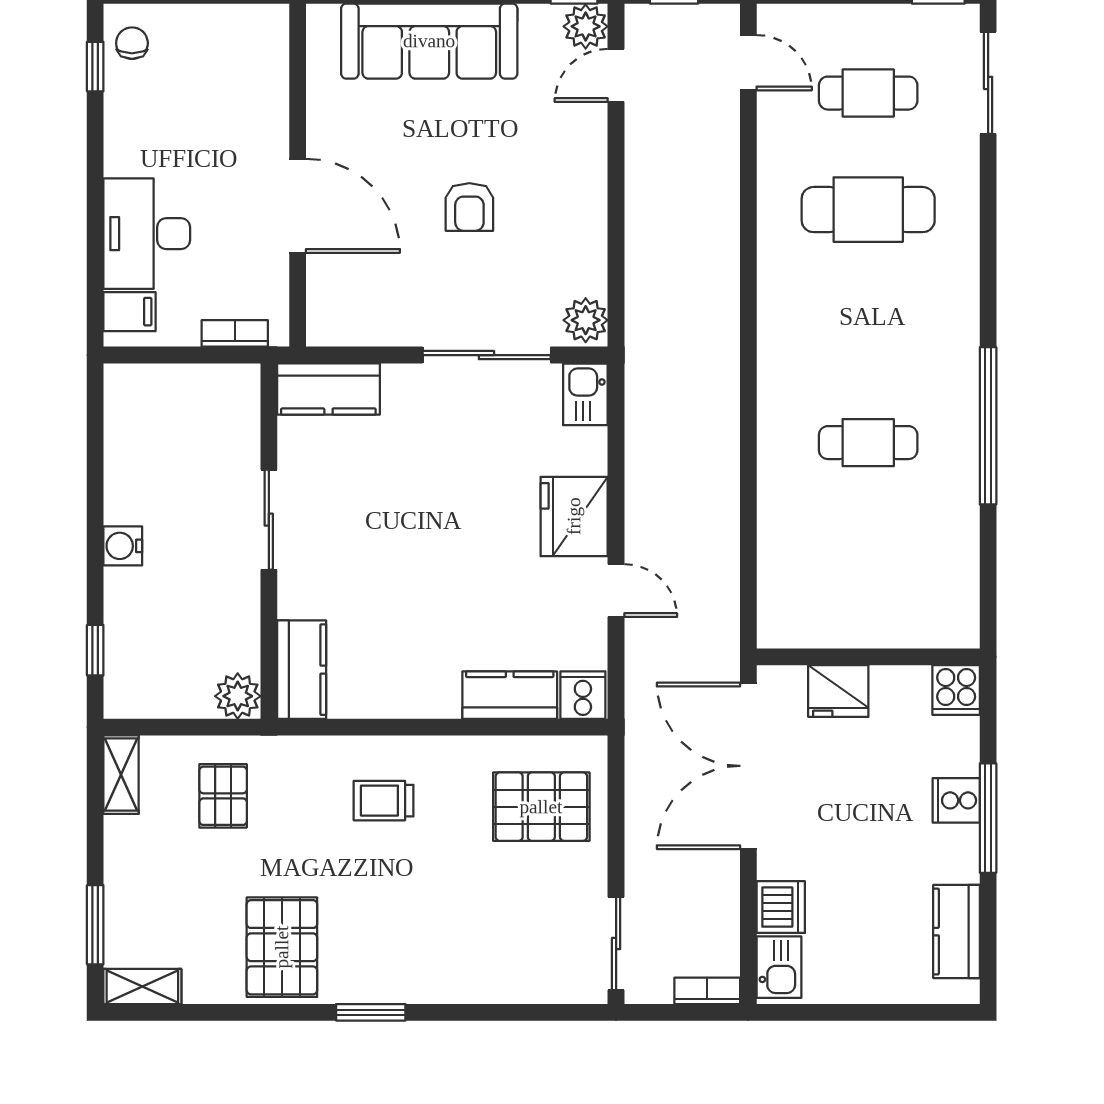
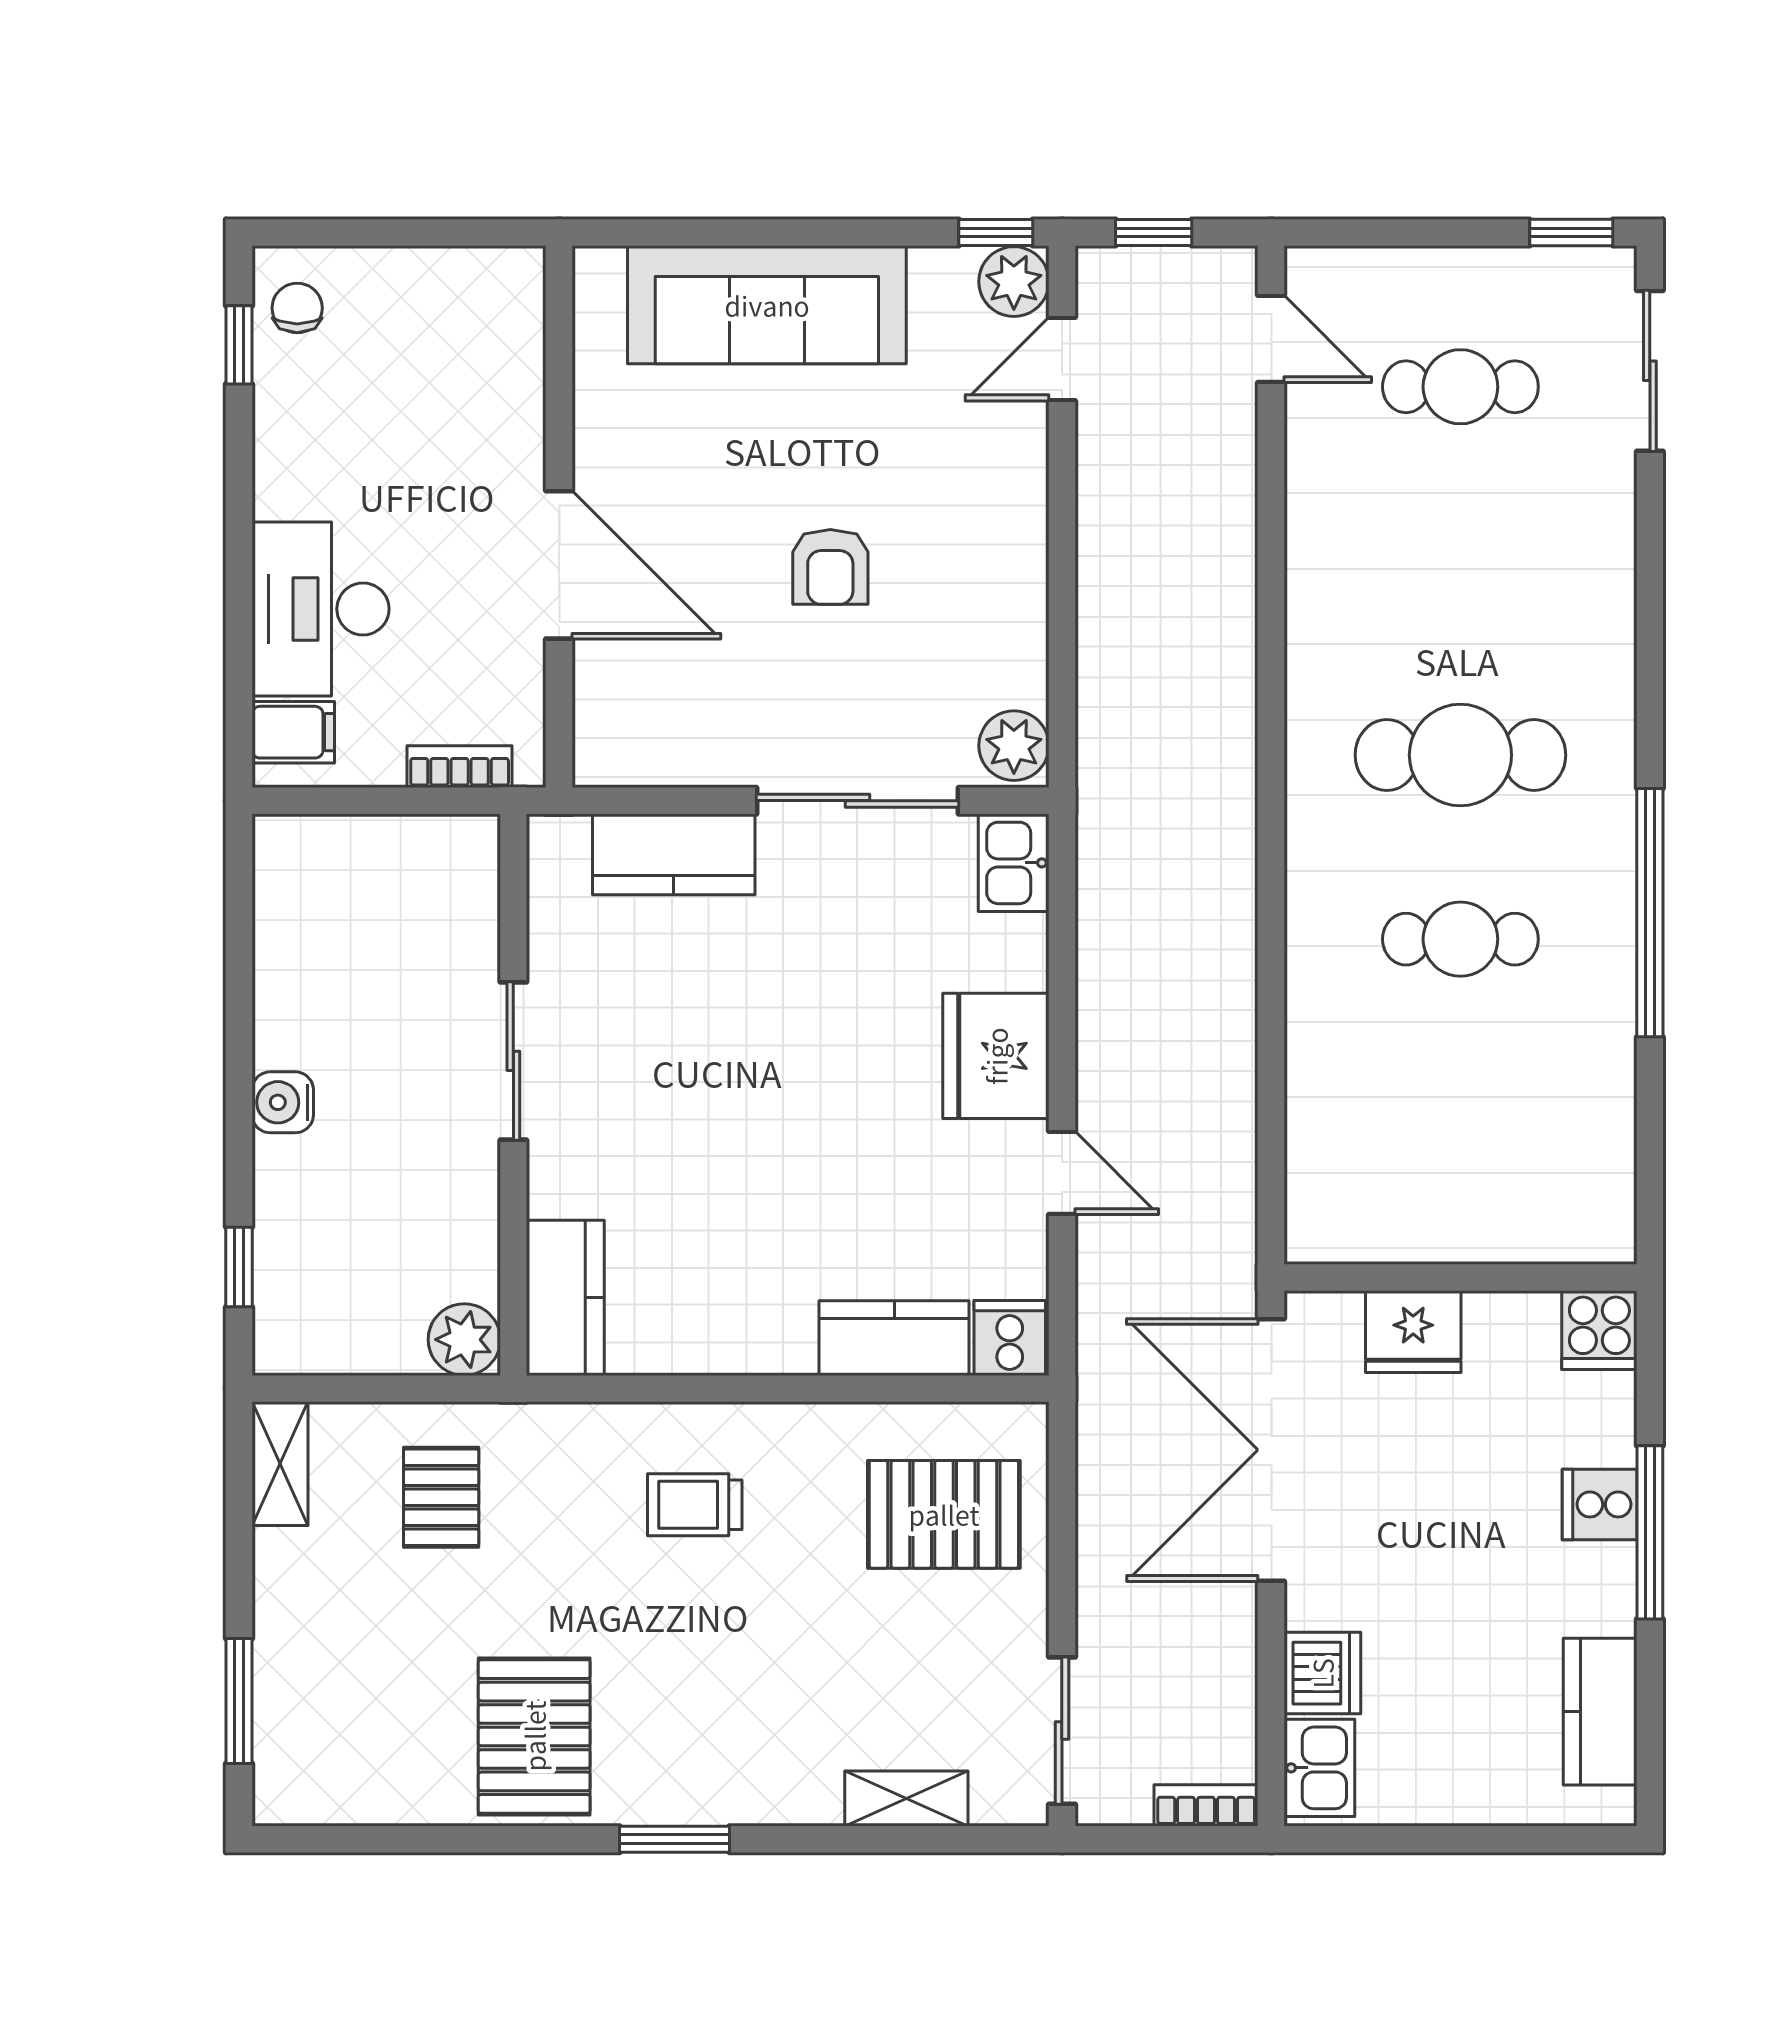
cafe table: (868, 210) -> (1460, 755), moved
kitchen counter: (328, 389) -> (674, 854), moved
shelving: (142, 986) -> (906, 1799), moved

